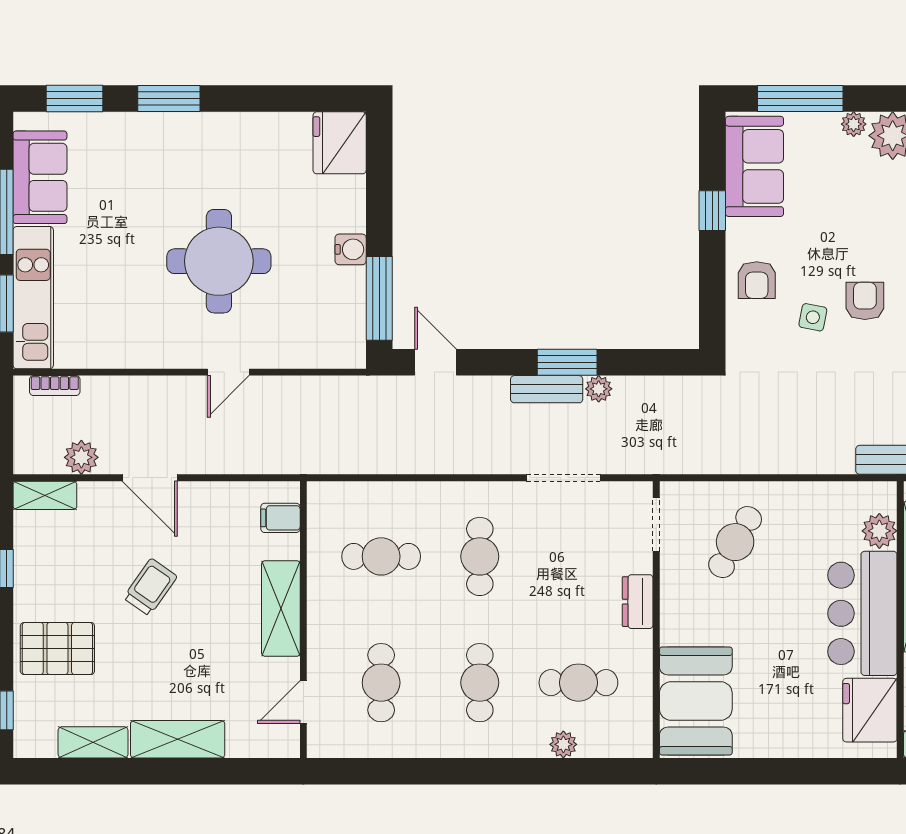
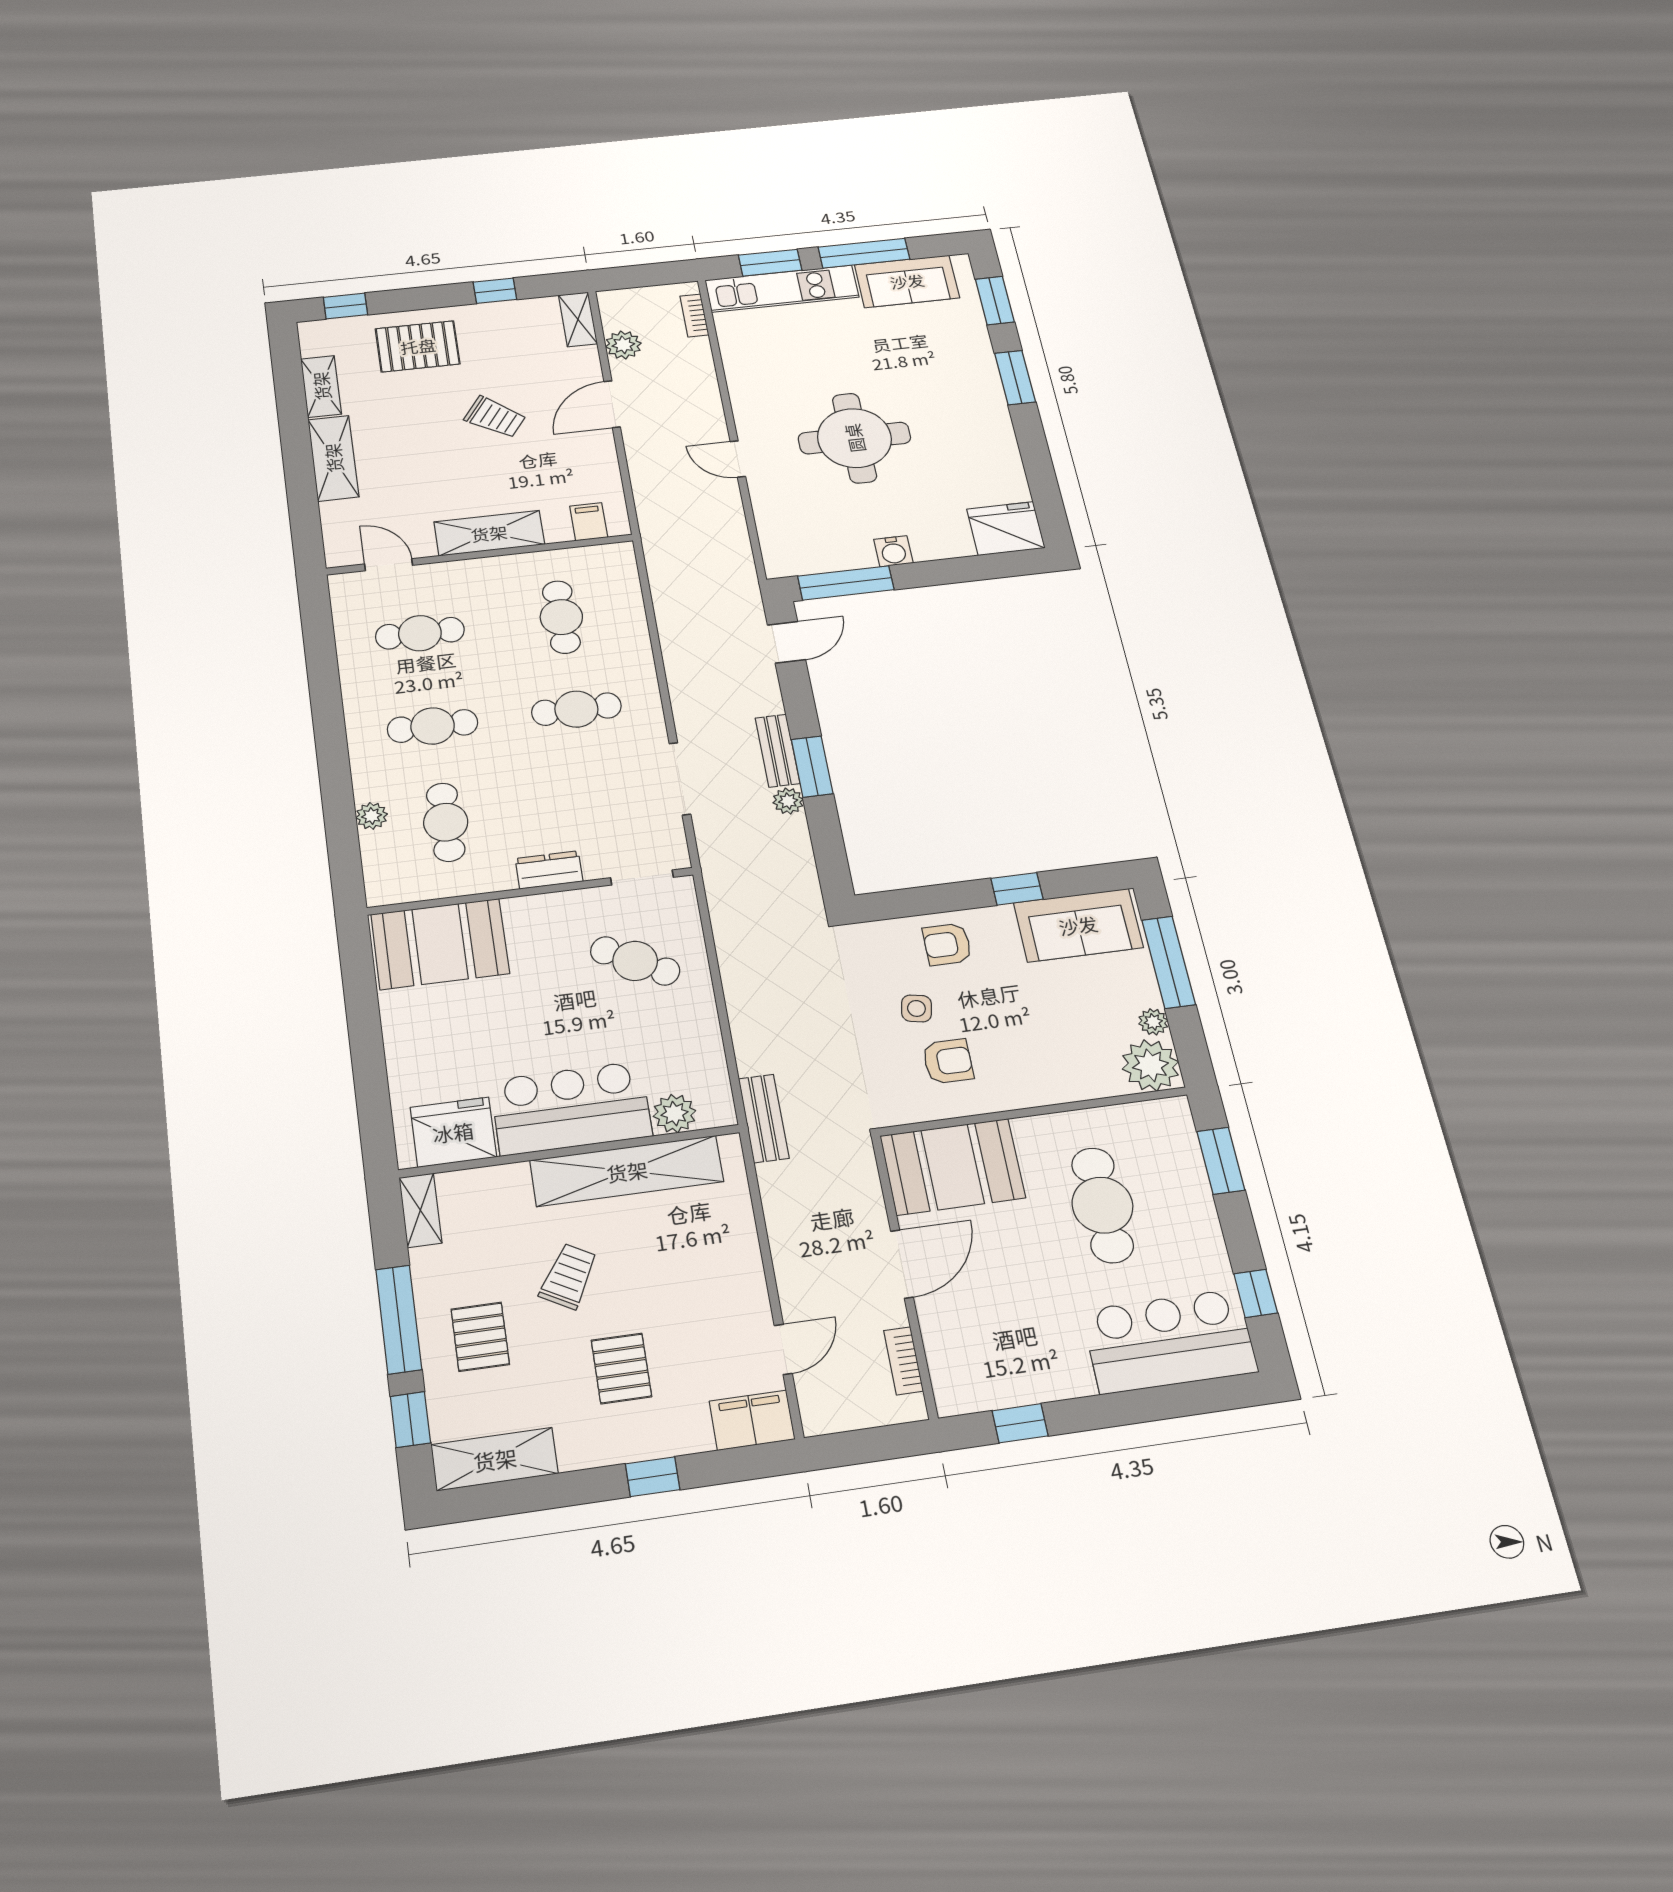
pallet: (57, 649) -> (418, 346), turned 90

